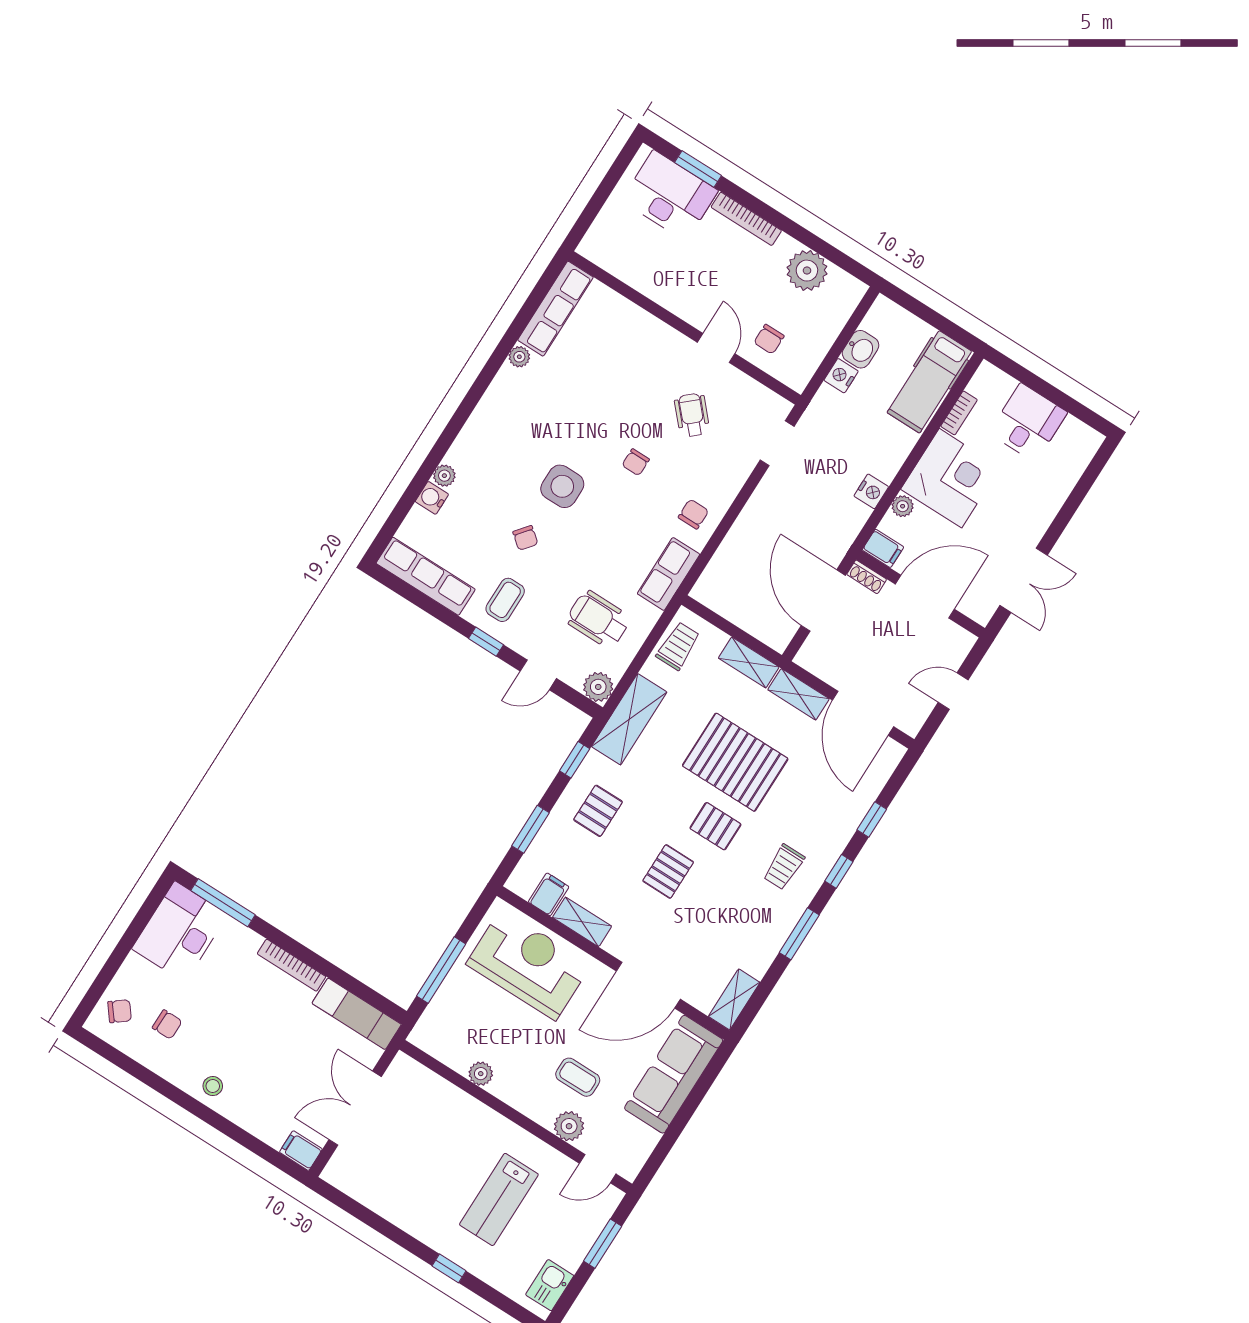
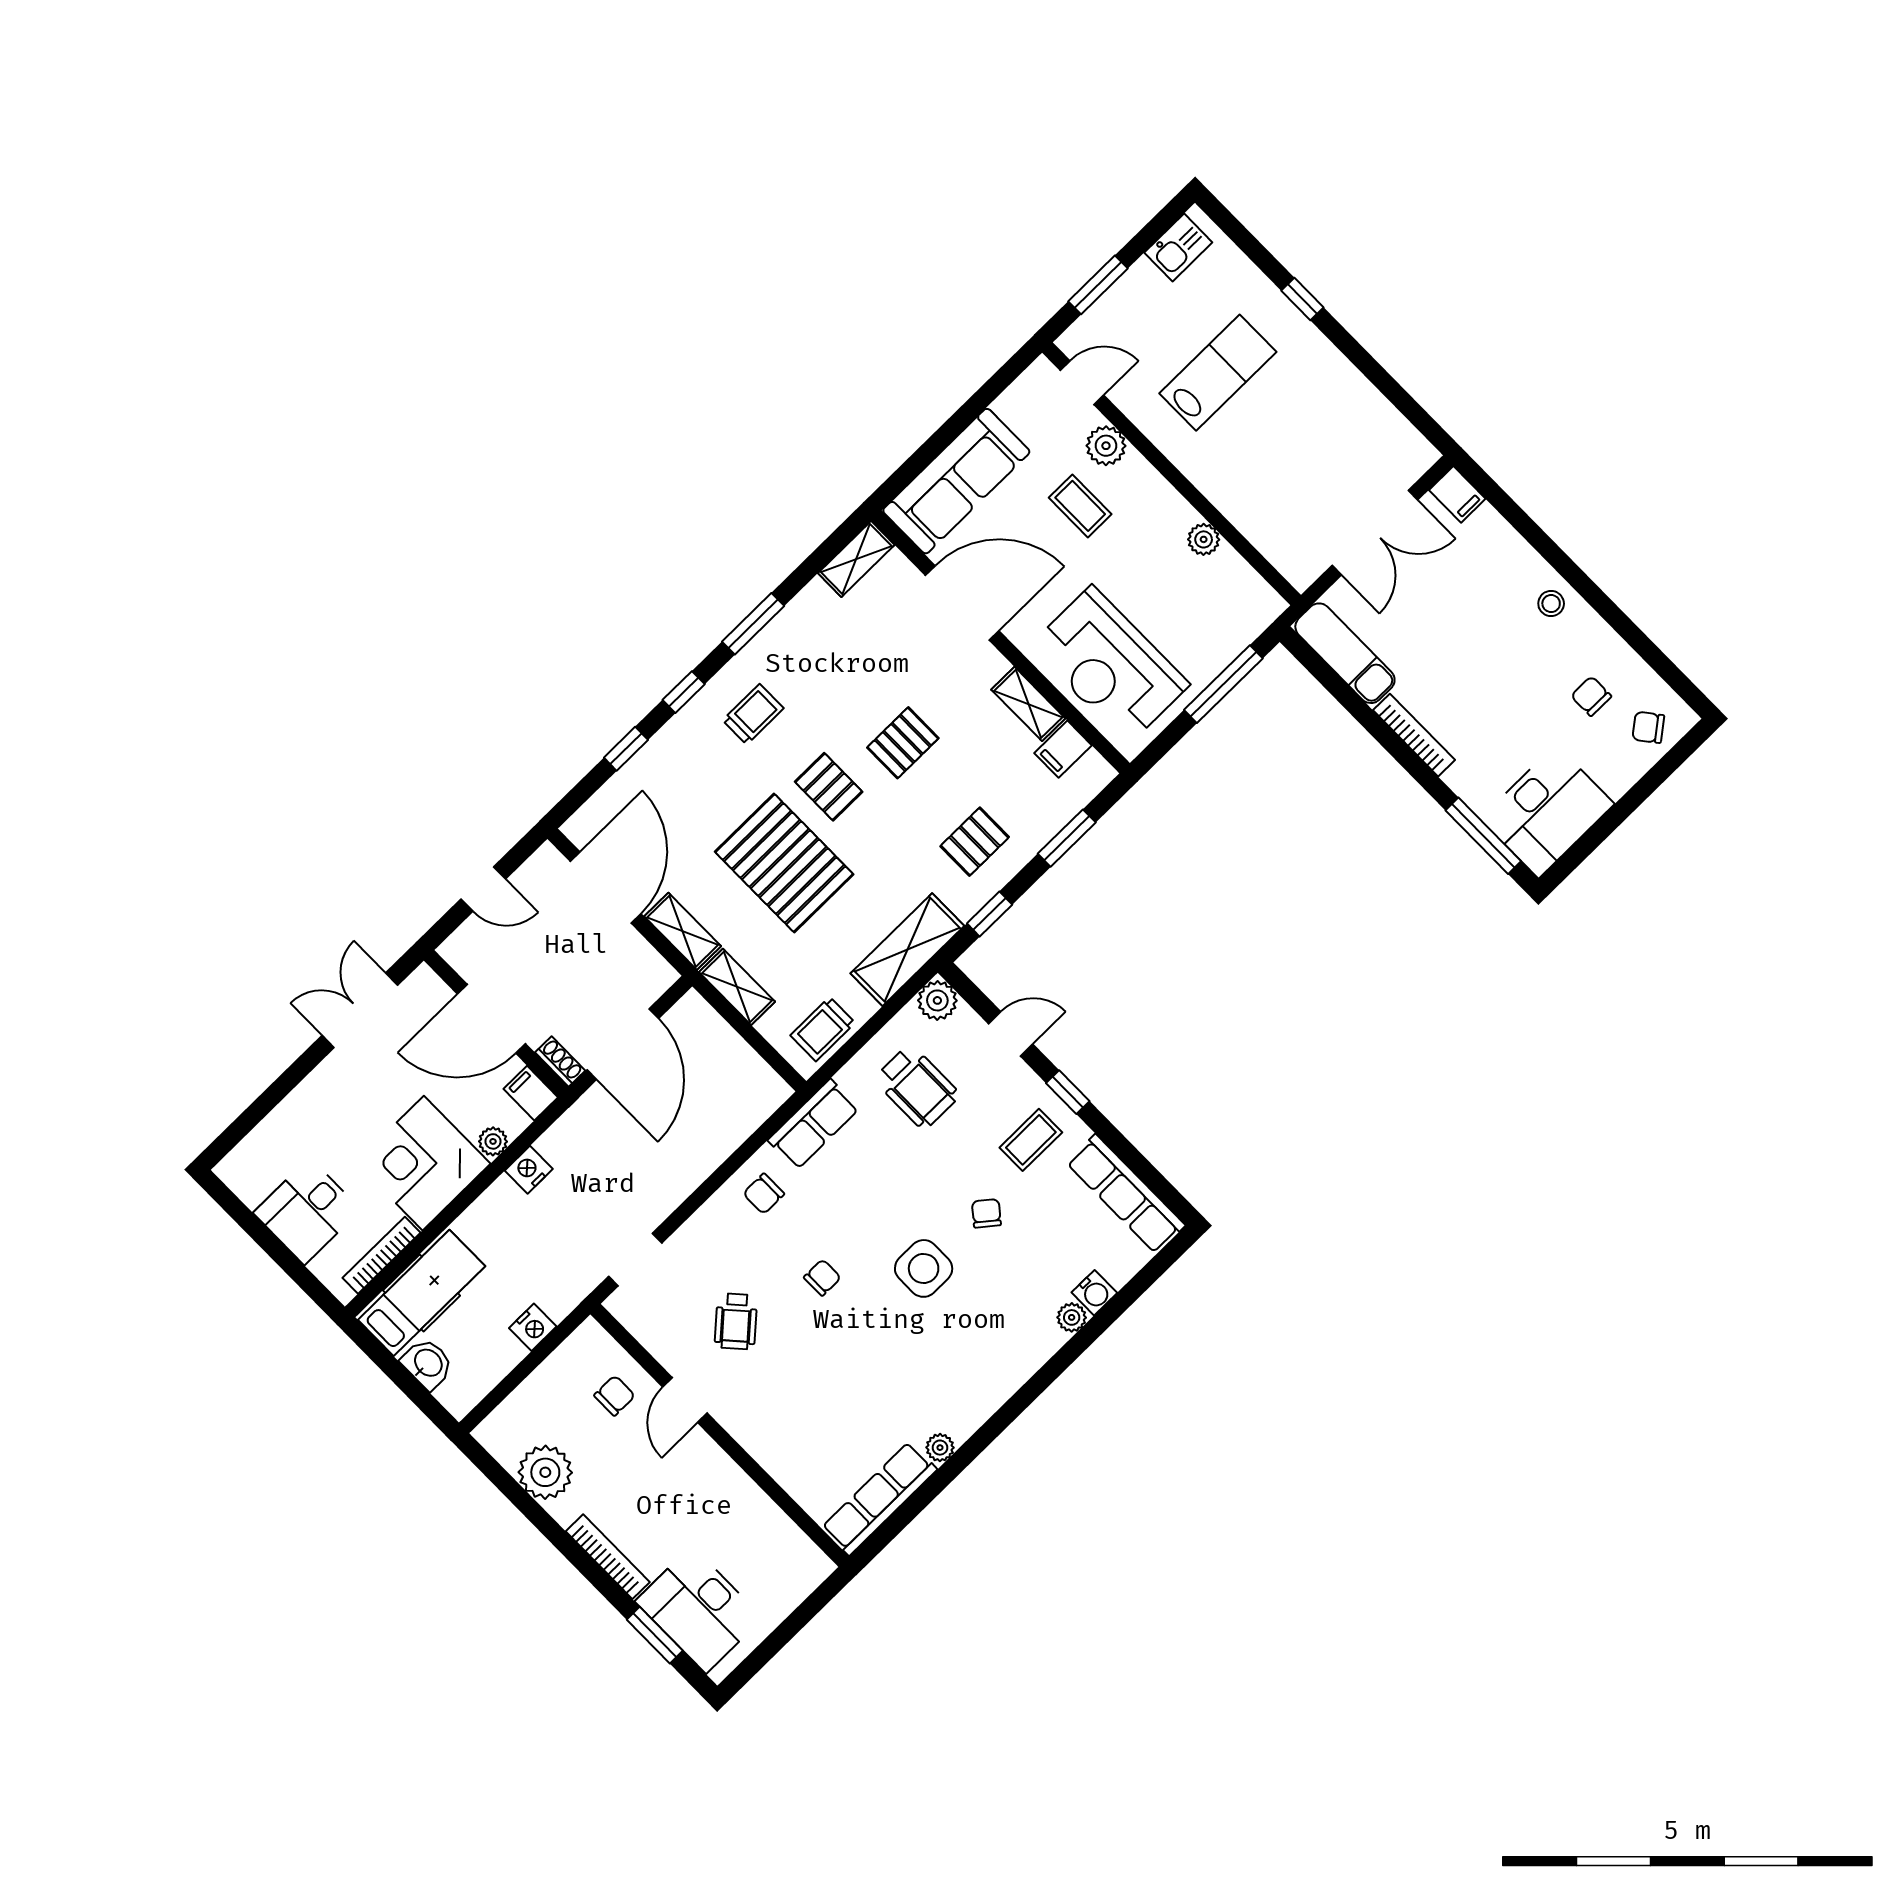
washbasin: (861, 349) -> (428, 1364), moved, turned 90
bookcase: (959, 413) -> (382, 1255), width x1.56

